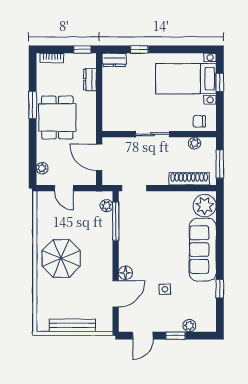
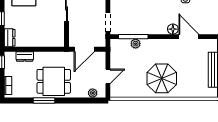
plant: (106, 206) -> (136, 44), moved

